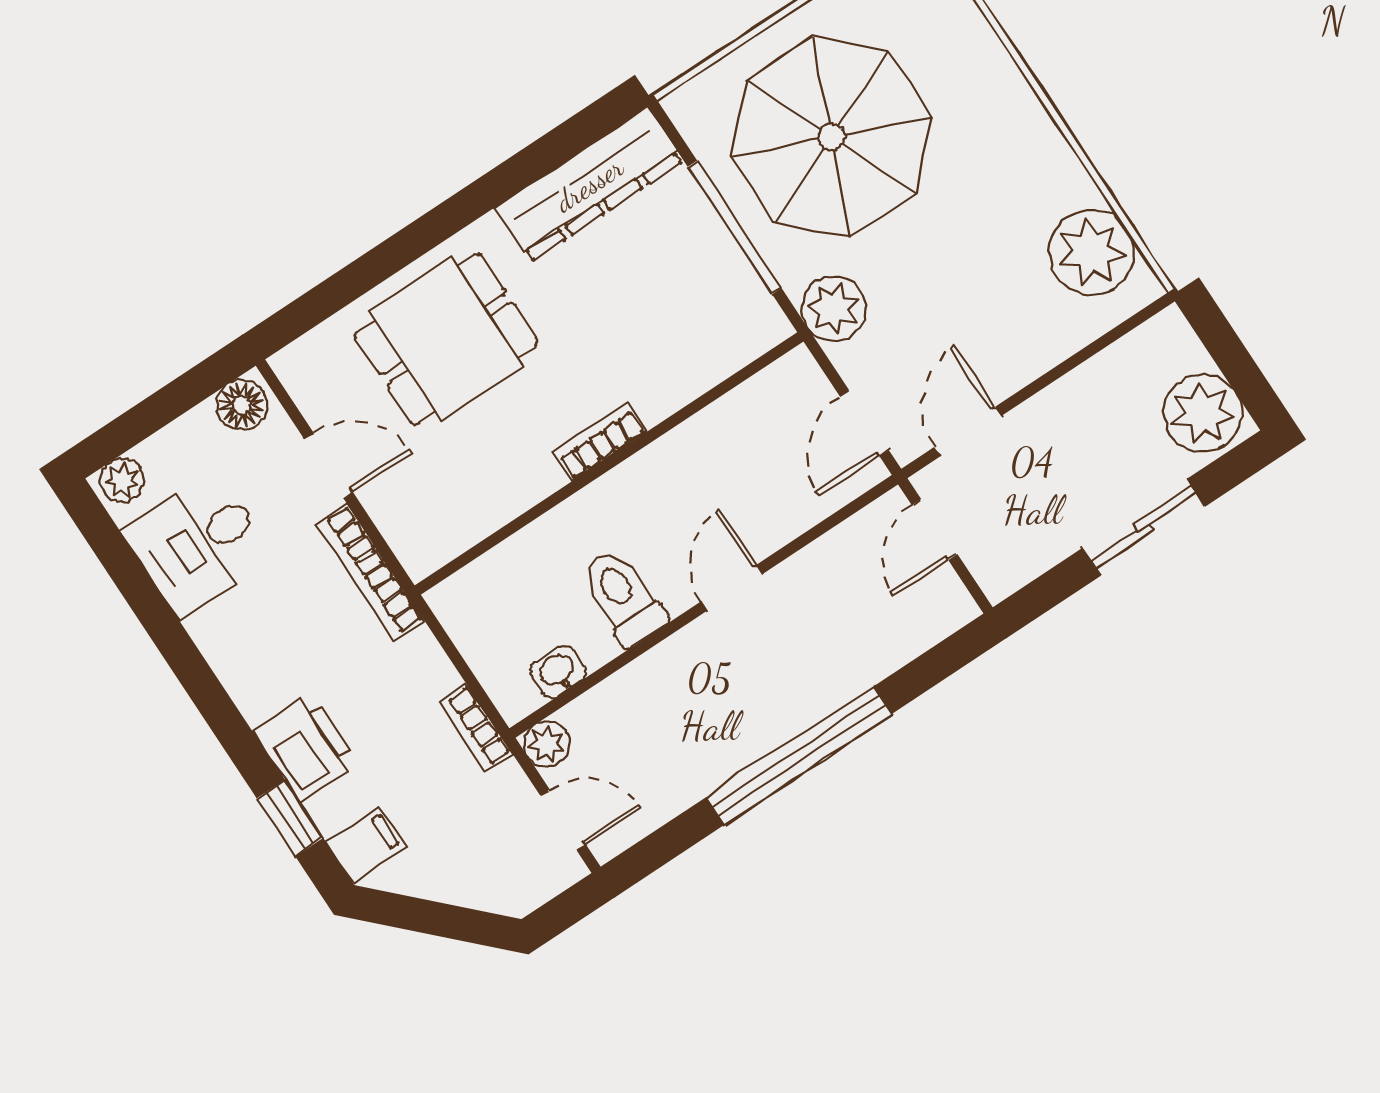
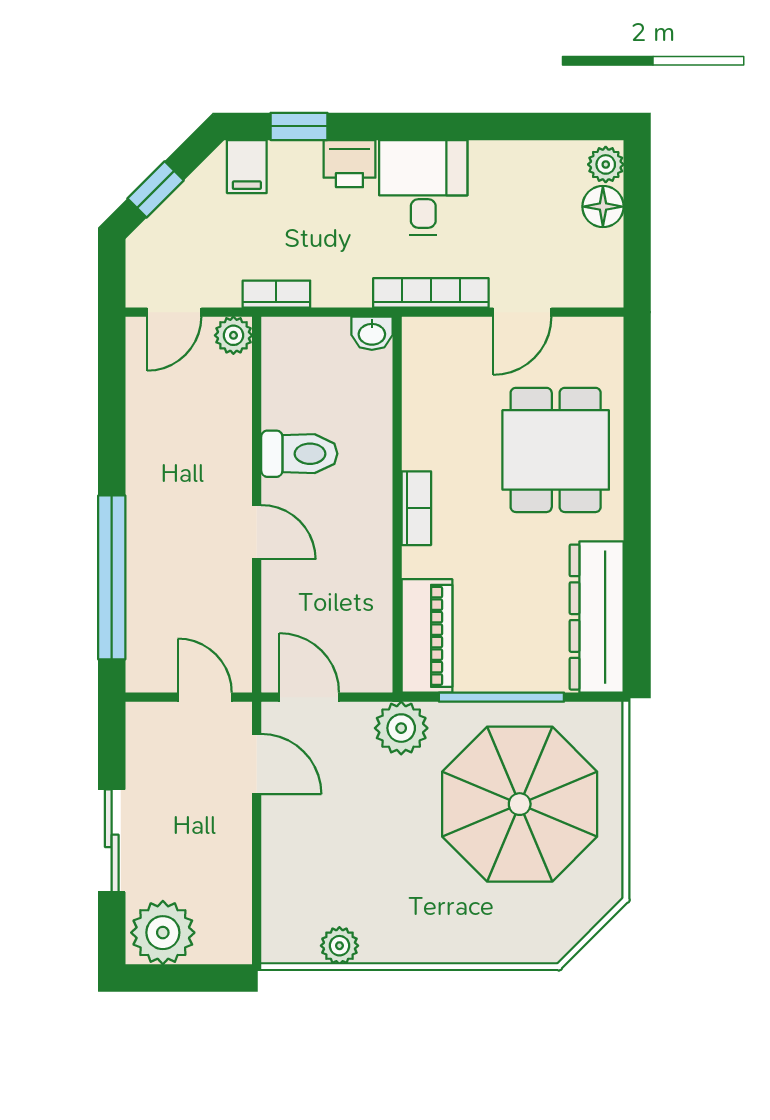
plant: (1091, 252) -> (339, 946), width x0.53, depth x0.53
piano: (722, 345) -> (427, 636), added
floor lamp: (242, 405) -> (603, 207), moved
desk: (198, 544) -> (423, 188), moved
washbasin: (558, 672) -> (372, 333), moved, turned 90
printer: (306, 748) -> (349, 164), width x0.73, depth x0.81
window: (799, 755) -> (112, 577), moved
window: (451, 922) -> (156, 189), added

